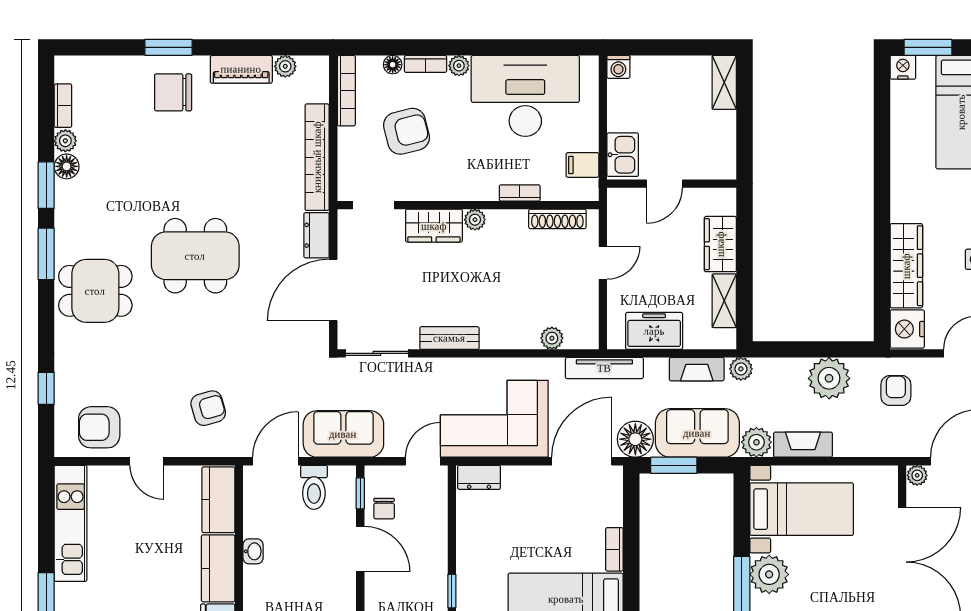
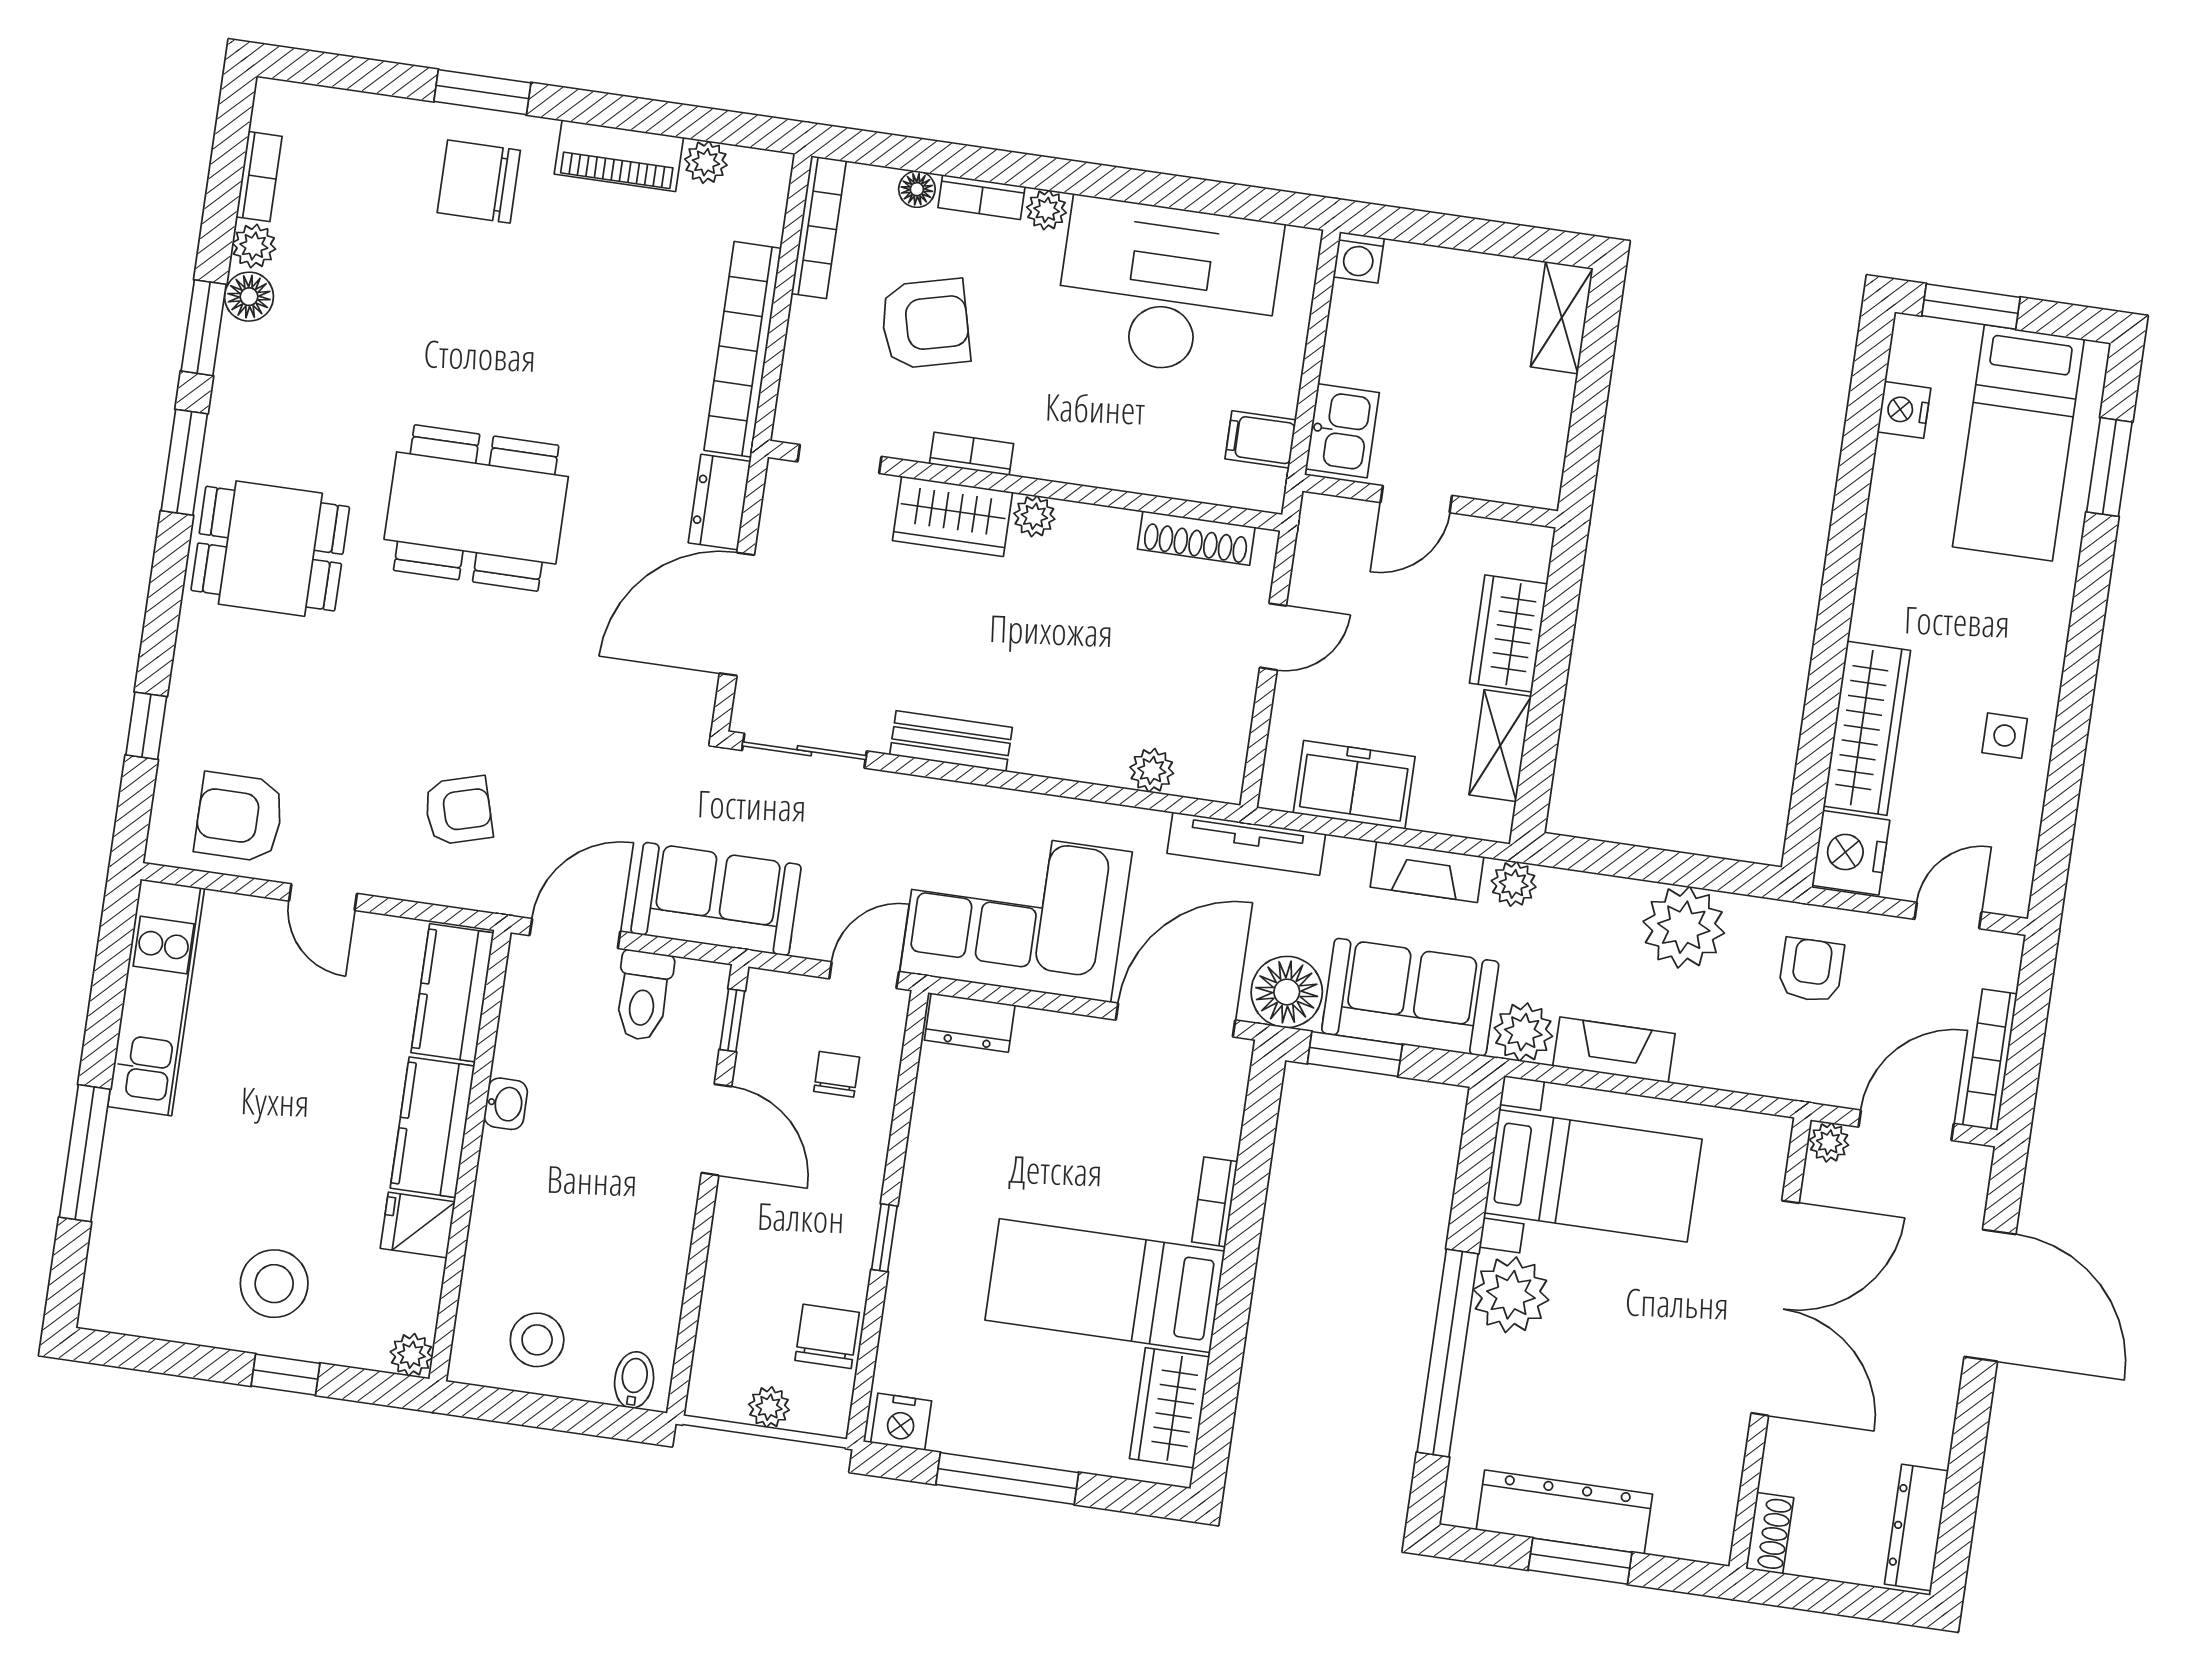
nightstand: (903, 67) -> (1904, 410), moved, turned -90
bookcase: (520, 193) -> (972, 454), moved
chair: (384, 509) -> (837, 1074), moved, turned 180

